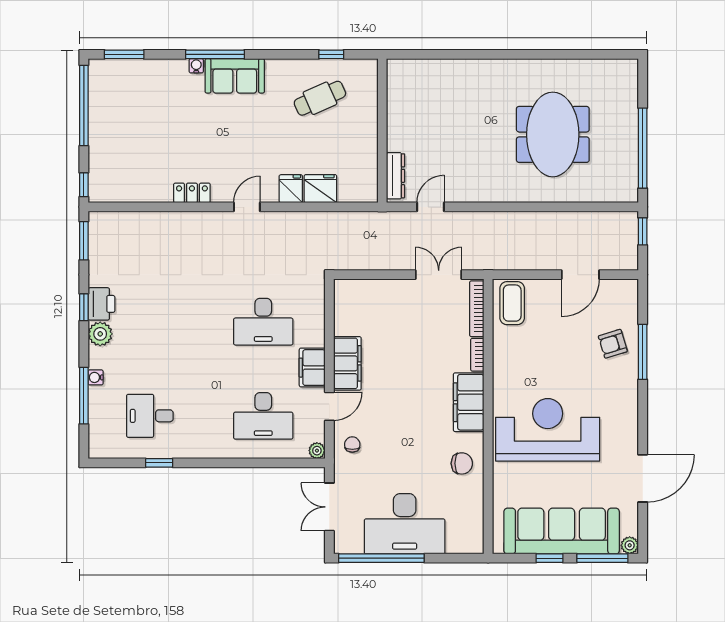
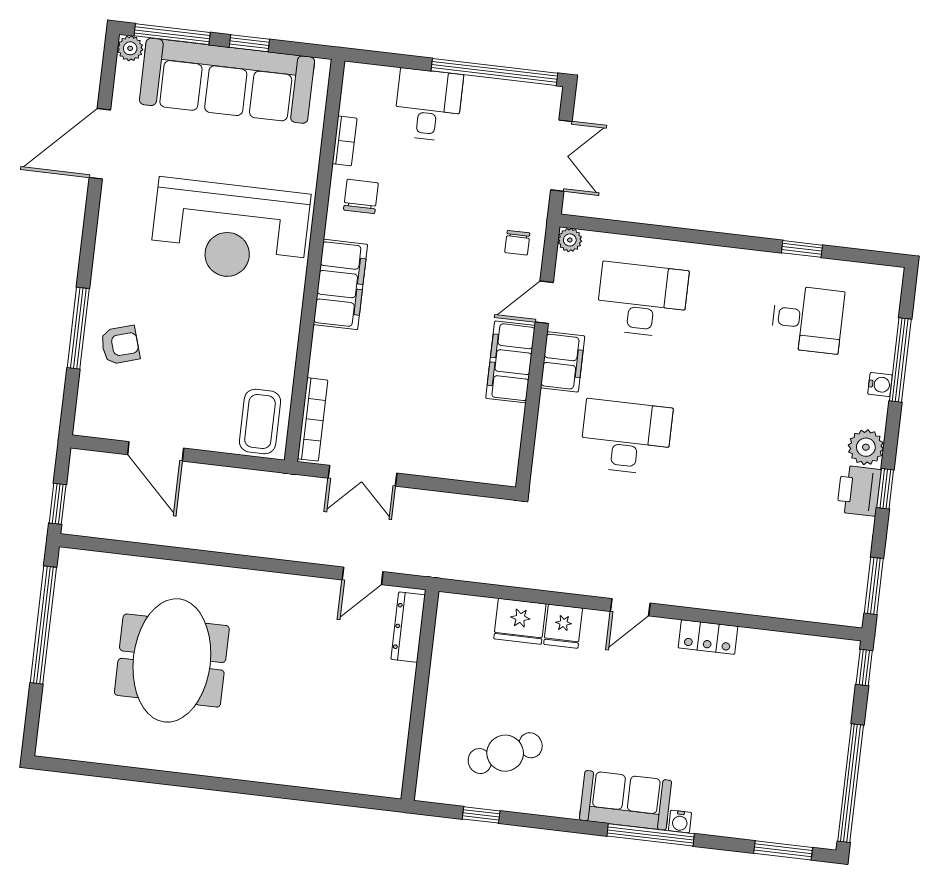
door: (580, 275) -> (156, 451), swing flipped
bookcase: (477, 355) -> (345, 141), moved
chair: (462, 463) -> (361, 196), turned 90
desk: (405, 524) -> (428, 105), width x0.53, depth x0.77

